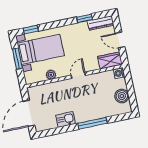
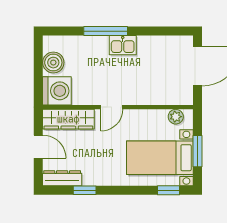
wardrobe: (110, 61) -> (68, 119), width x1.50
washing machine: (119, 73) -> (57, 91), width x1.89, depth x1.89
plant: (51, 75) -> (176, 117), moved
kitchen sink: (66, 119) -> (123, 45), moved

